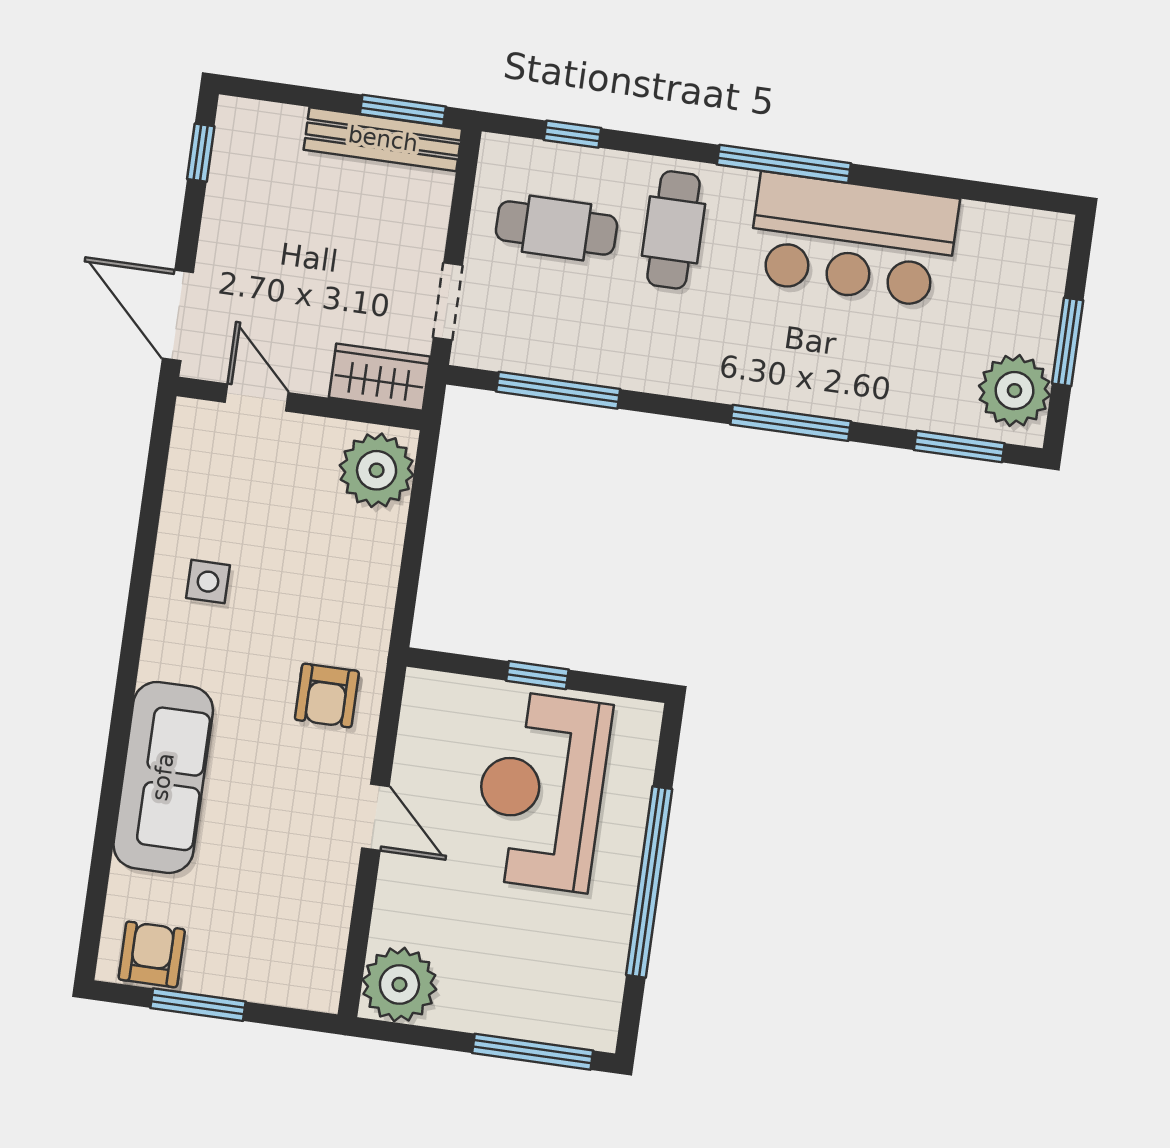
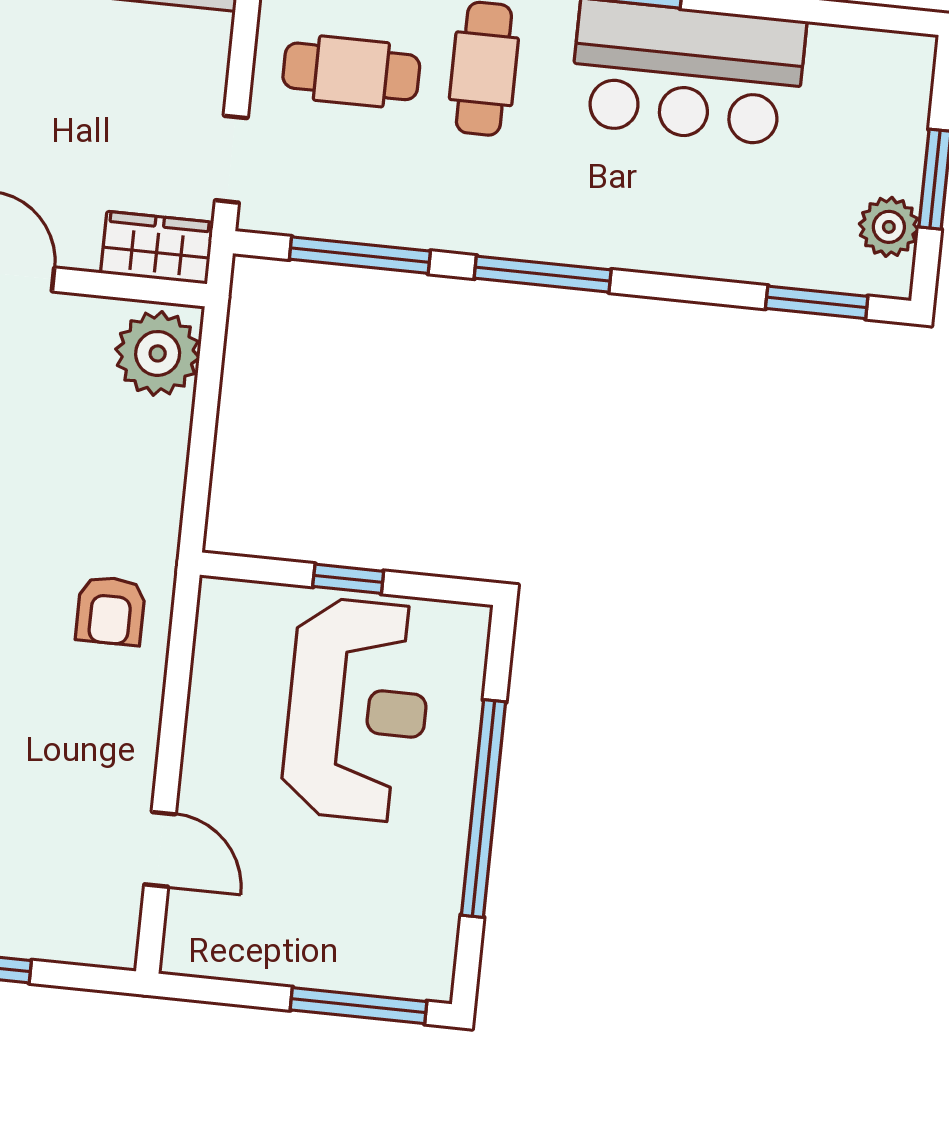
plant: (1015, 391) -> (889, 227), width x0.73, depth x0.73
window: (791, 423) -> (543, 274), moved
reception desk: (541, 791) -> (357, 710), turned 180
door: (375, 817) -> (160, 849), moved
plant: (399, 985) -> (205, 935), removed

